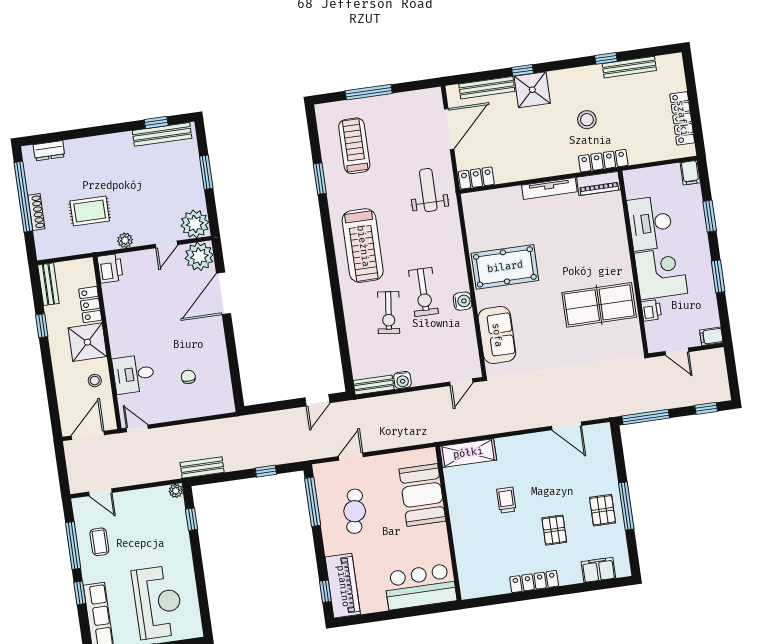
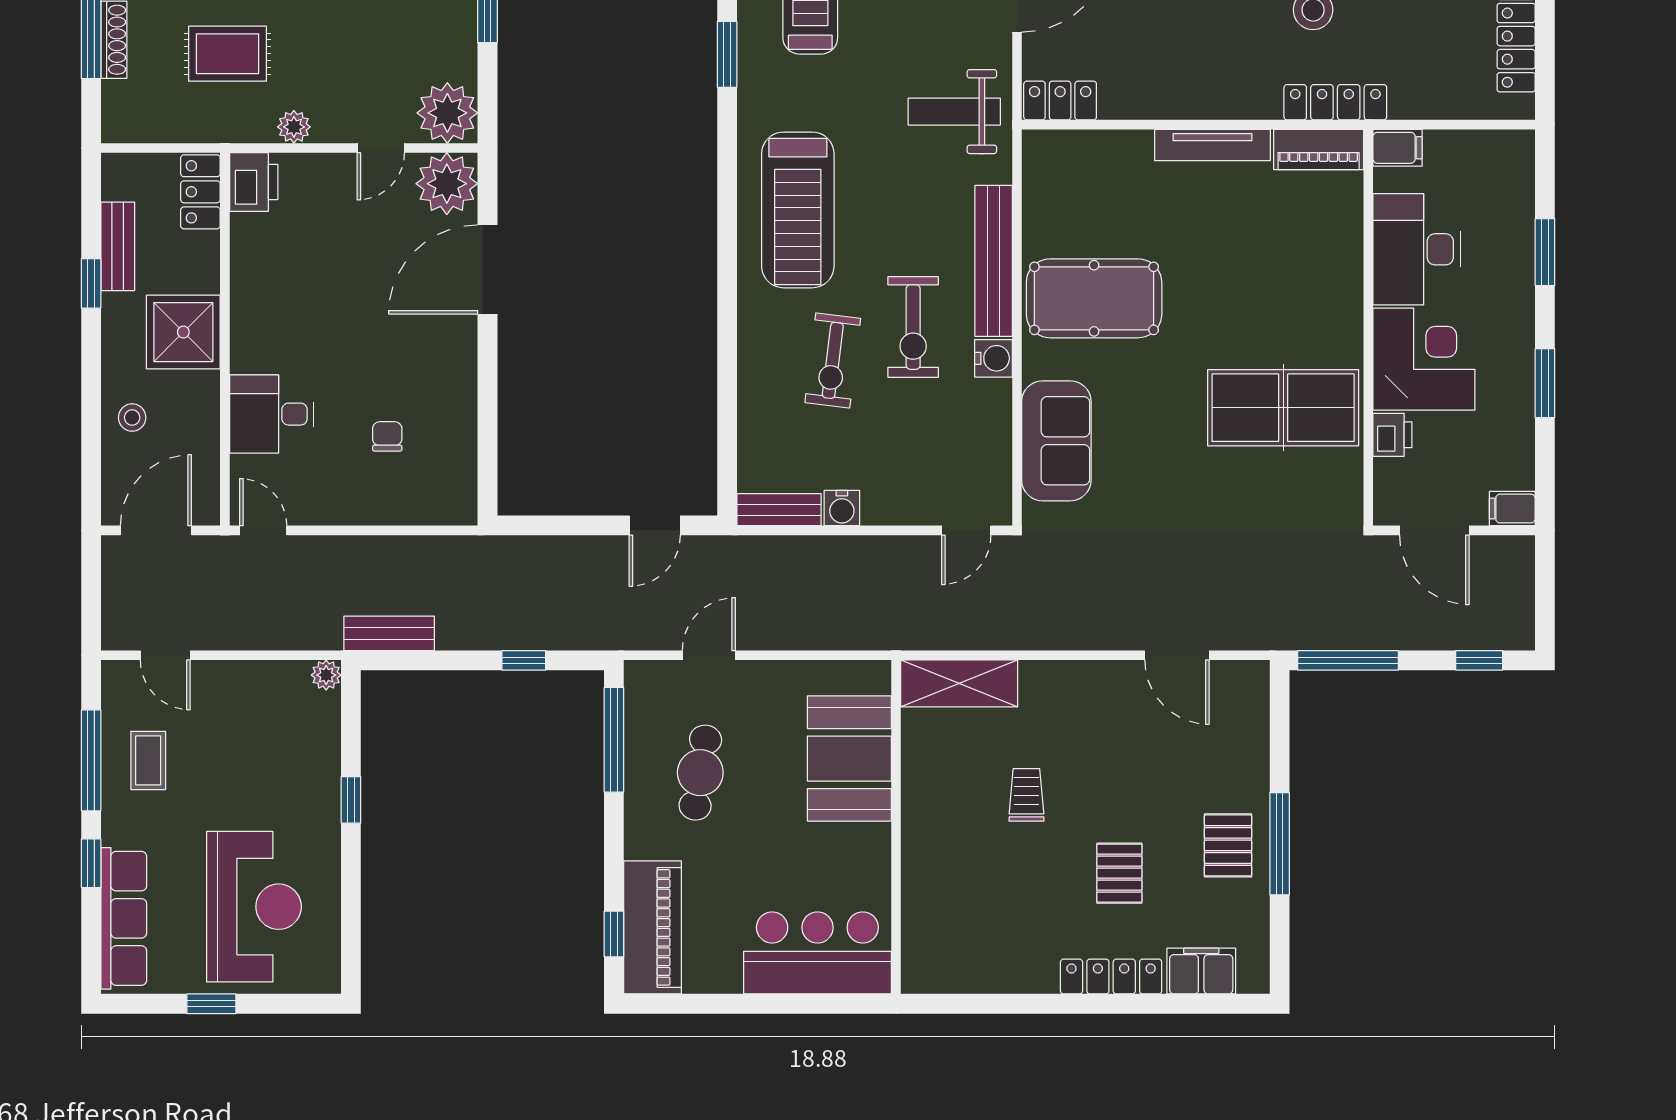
filing cabinet: (690, 173) -> (1398, 148), moved, turned -90
weight bench: (428, 190) -> (954, 112), turned -90
bench: (456, 256) -> (994, 261), added
bench: (48, 284) -> (118, 246), moved
locker: (90, 305) -> (200, 192), moved
door: (677, 352) -> (1434, 530), width x1.38
stool: (95, 381) -> (132, 418), moved
window: (191, 519) -> (351, 800), moved
locker: (534, 582) -> (1111, 977), moved

